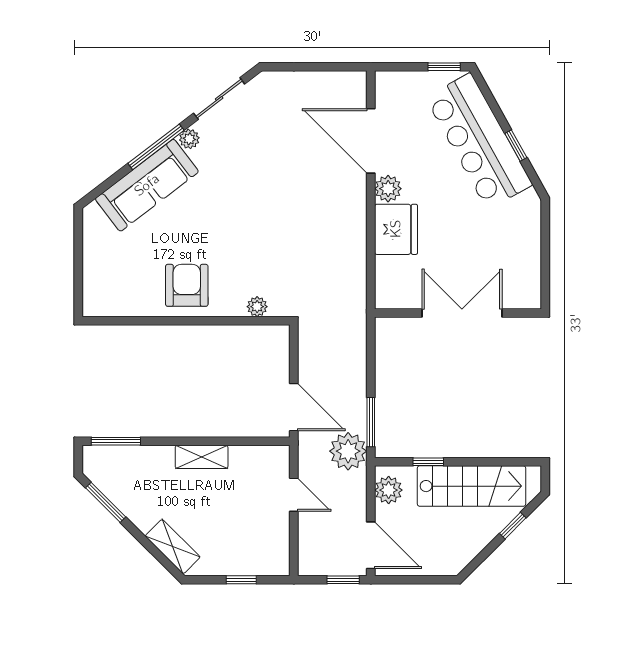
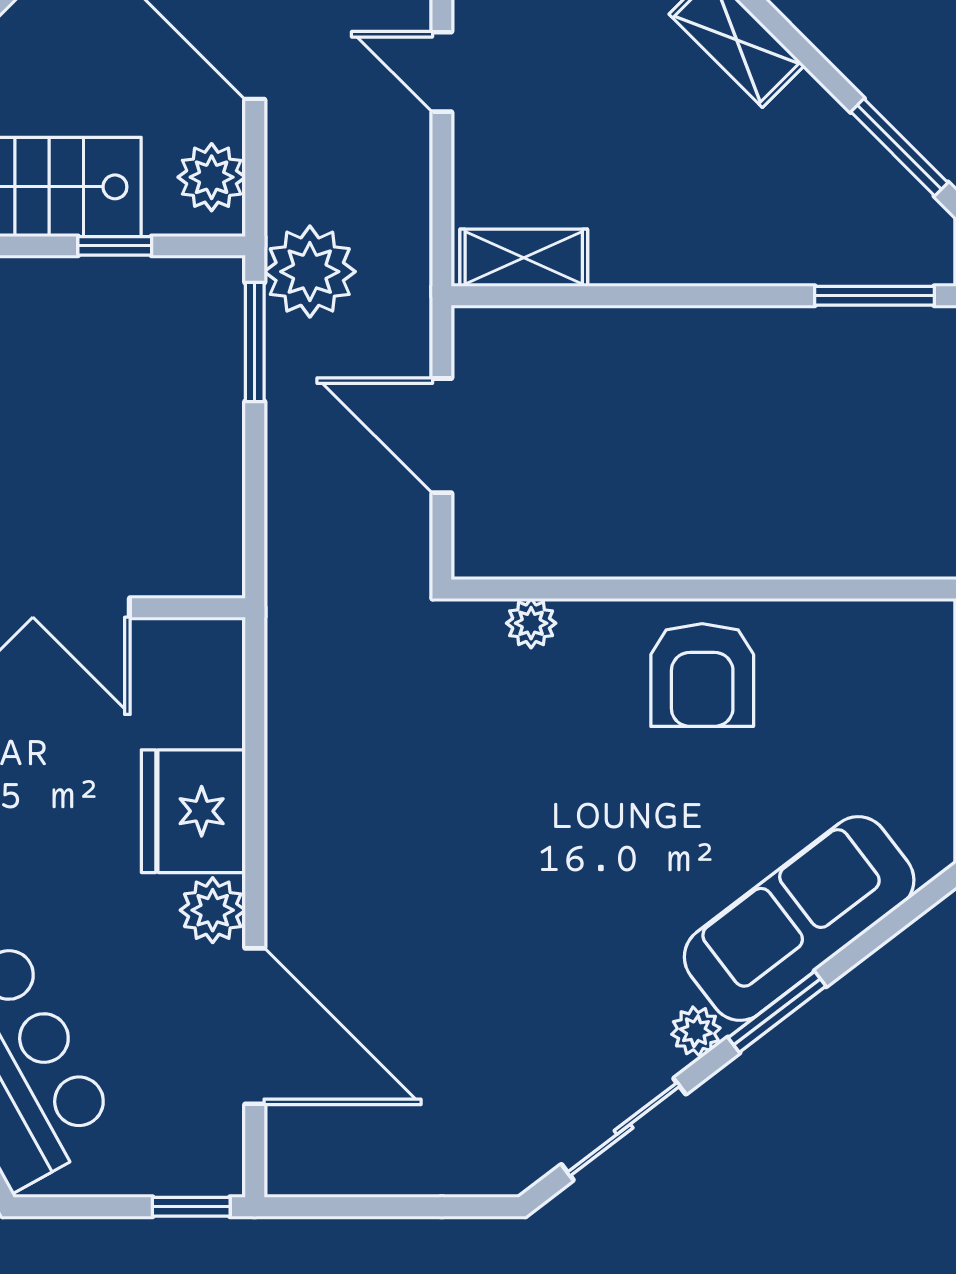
window: (444, 67) -> (191, 1207), moved
window: (156, 147) -> (777, 1012), width x0.69
door: (294, 407) -> (442, 436), moved
shelving: (202, 457) -> (524, 258), moved
door: (294, 495) -> (442, 72), moved

